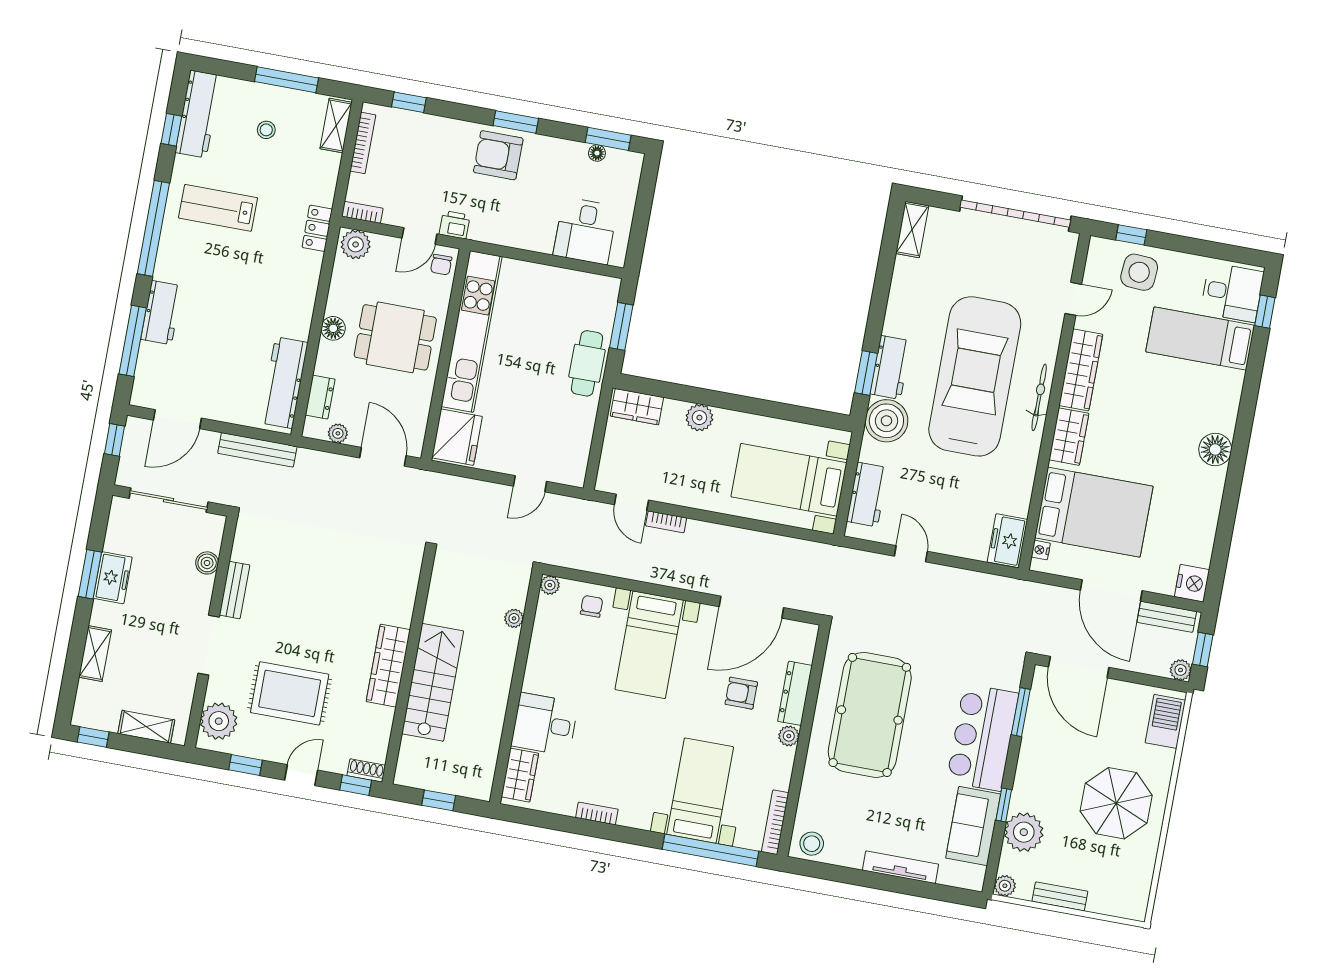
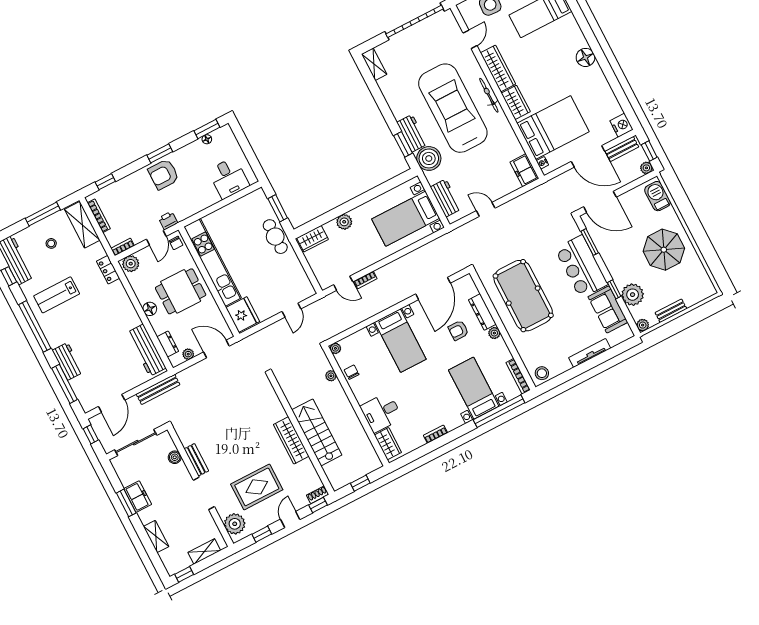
shelving: (336, 126) -> (82, 225), width x1.50, depth x1.33
chair: (592, 606) -> (352, 372), moved

